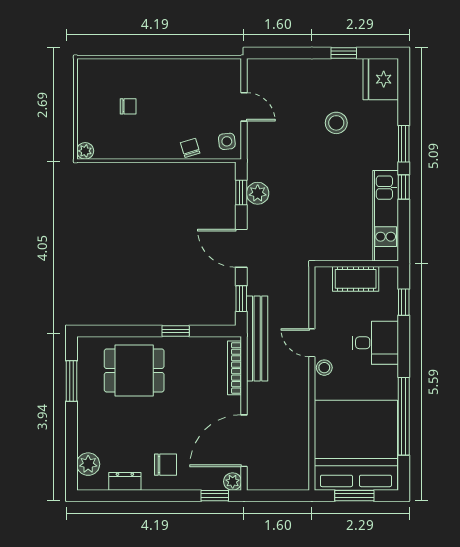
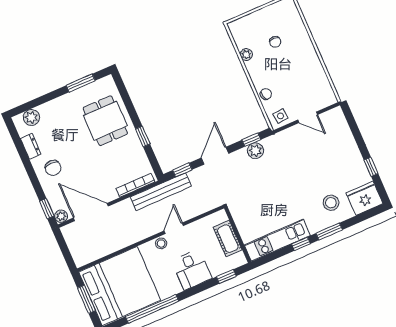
door: (244, 107) -> (308, 117), hinge flipped
stool: (336, 123) -> (331, 203), moved
plant: (85, 151) -> (246, 55), moved

